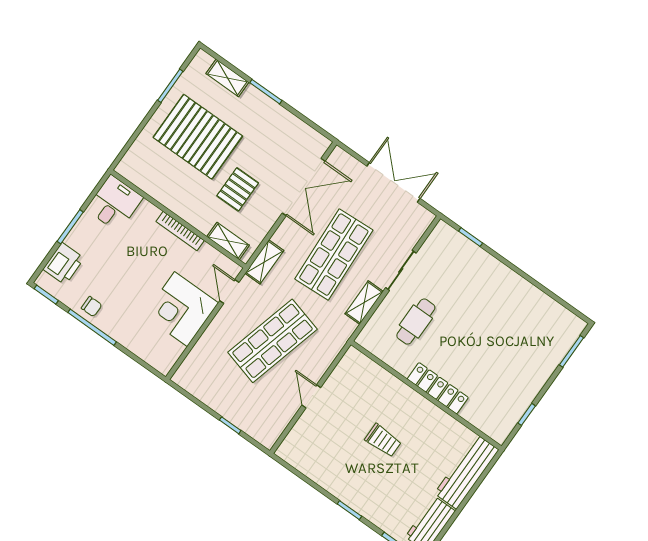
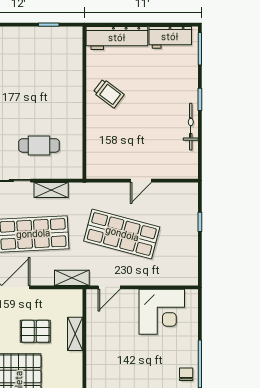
bookcase: (180, 231) -> (92, 350), removed
shelving: (228, 241) -> (75, 334), moved
corner desk: (181, 309) -> (162, 312), moved
locker: (438, 388) -> (74, 98), removed
trolley: (383, 440) -> (109, 93), moved, turned 127
bicycle: (329, 482) -> (191, 127), added

